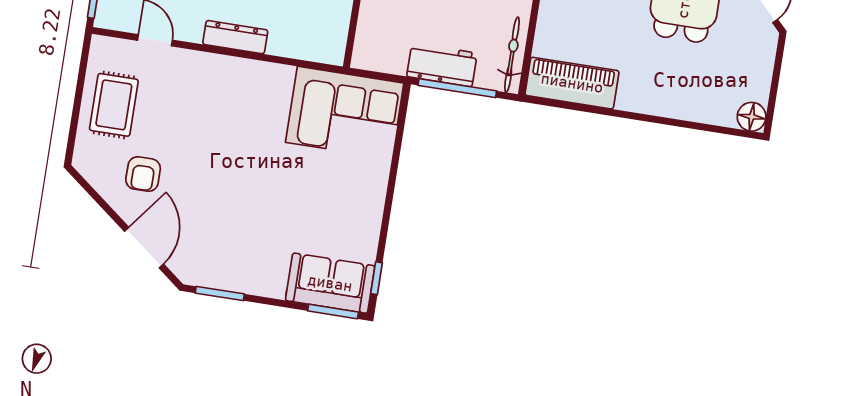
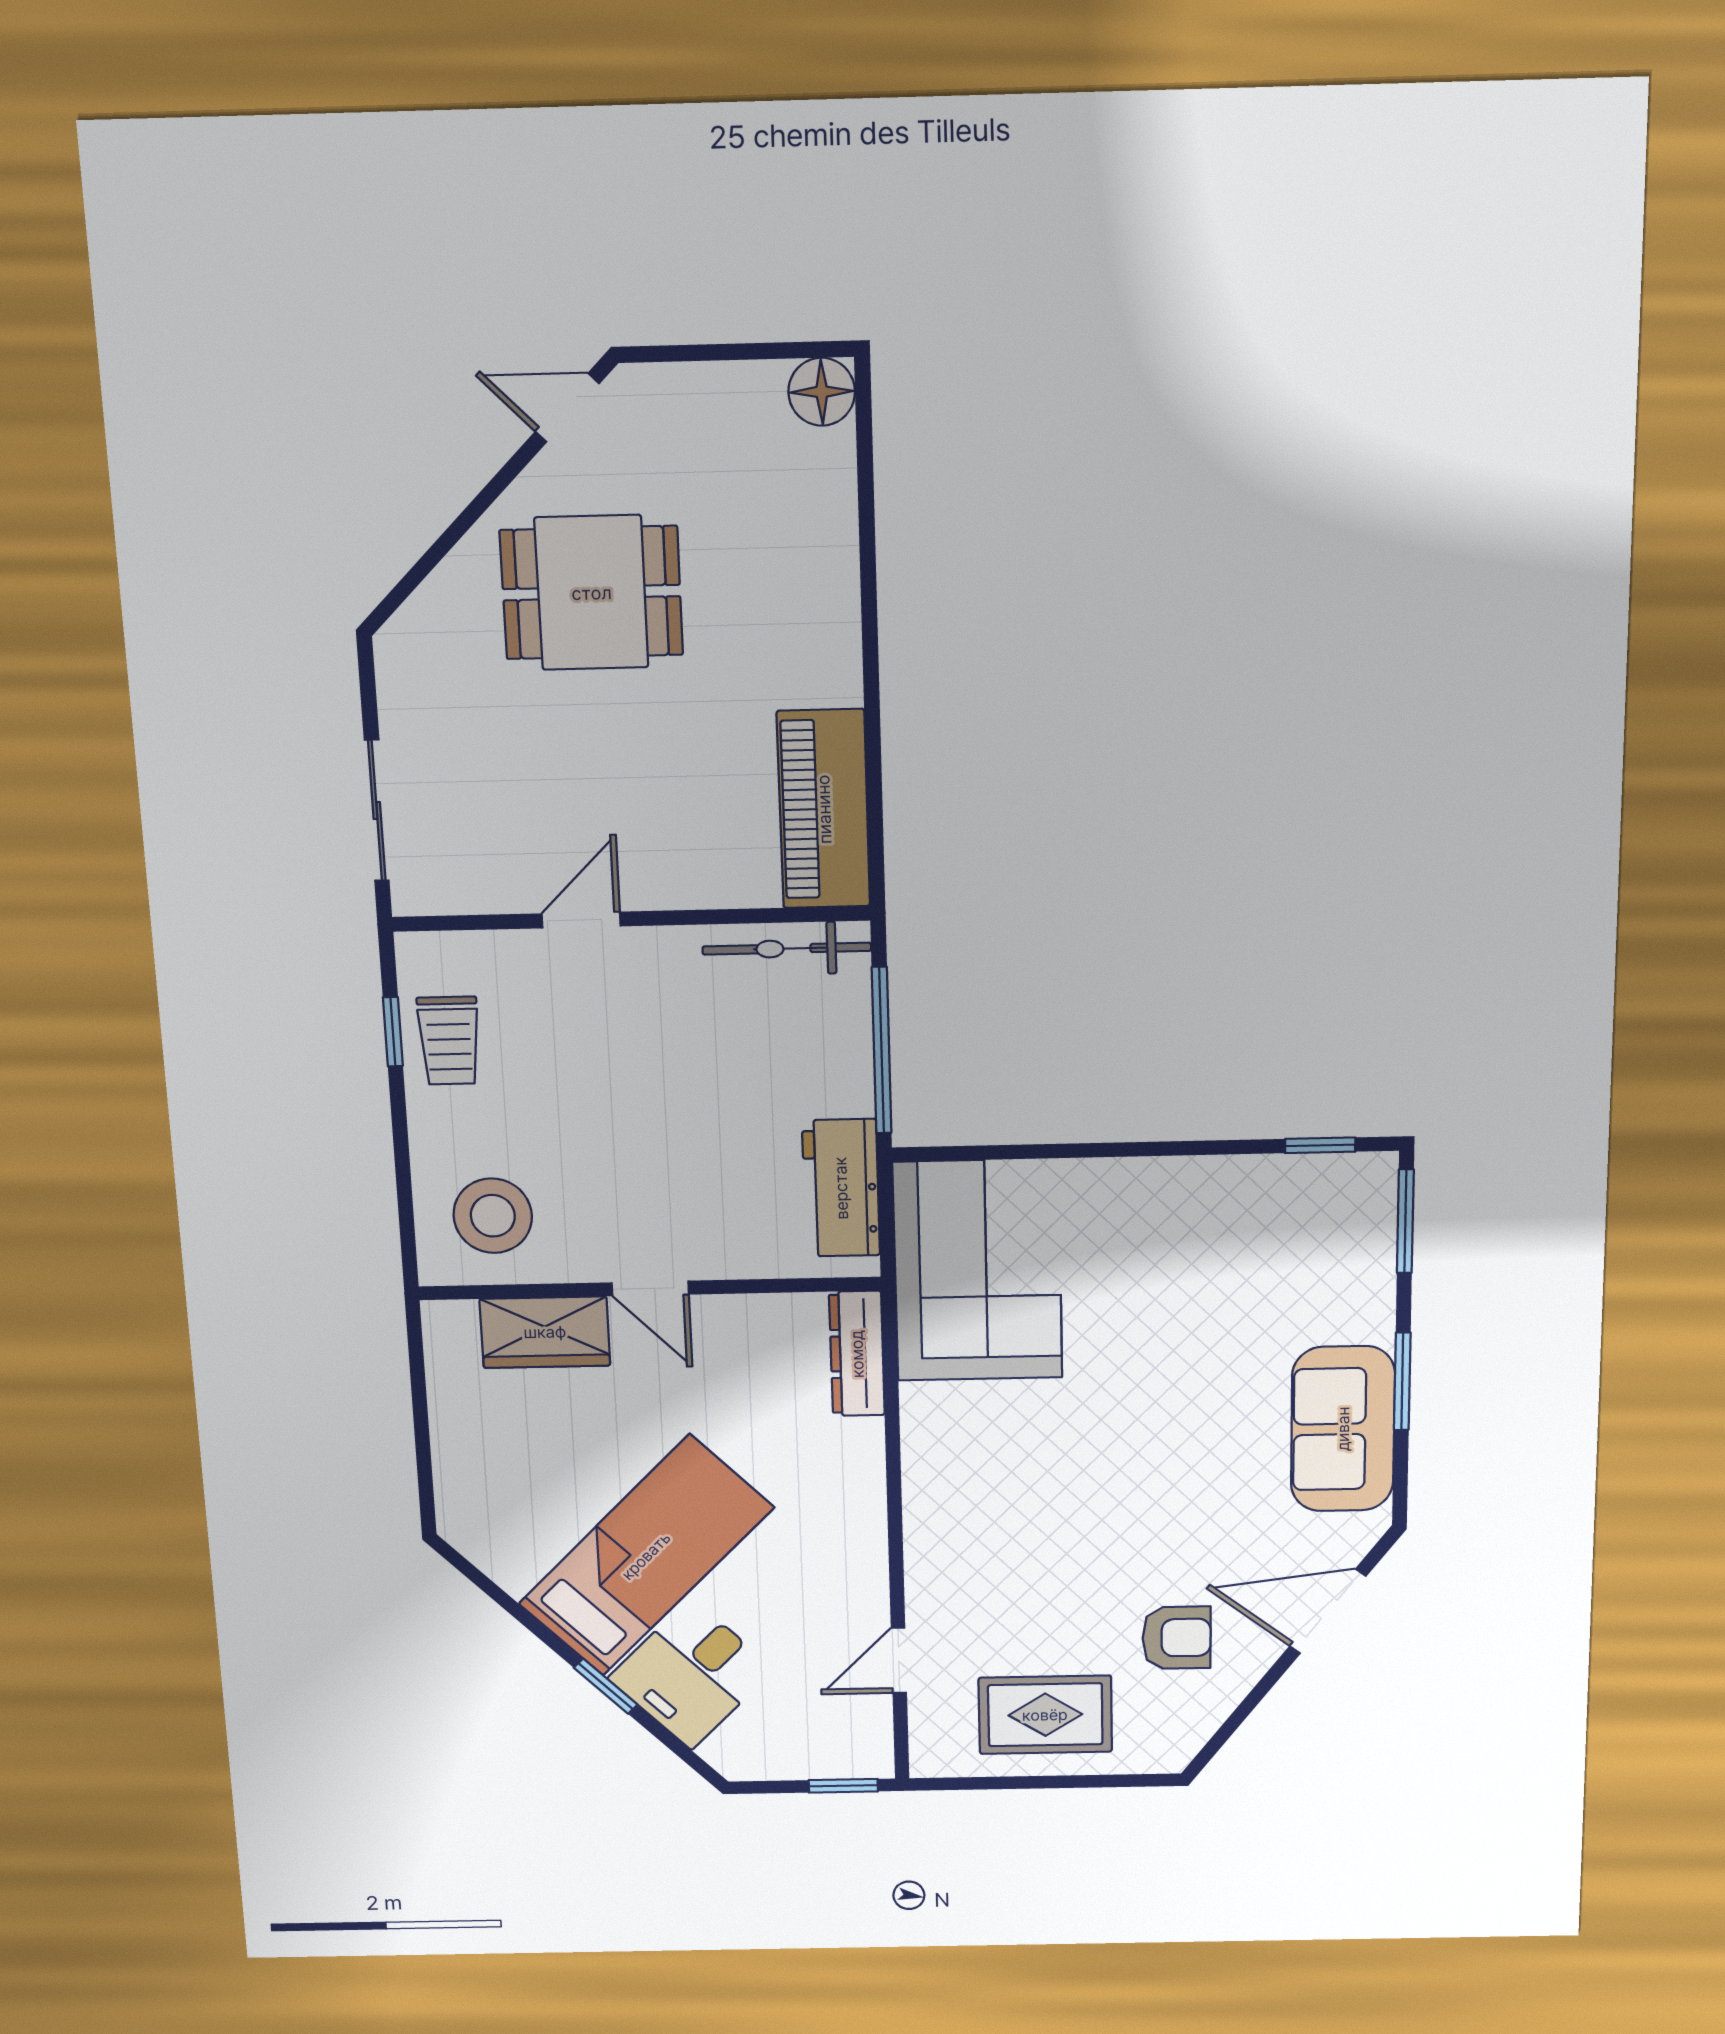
dresser: (235, 37) -> (857, 1354), moved
workbench: (442, 65) -> (841, 1188), moved
sofa: (330, 283) -> (1343, 1429), moved
window: (220, 294) -> (1402, 1381), moved

